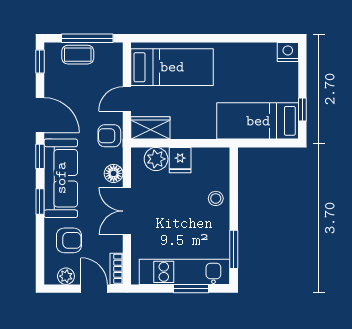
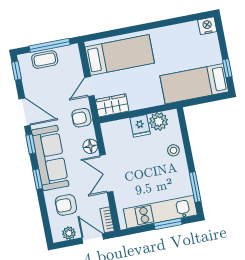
plant: (156, 159) -> (159, 121), moved
armchair: (69, 240) -> (66, 205), turned 180

